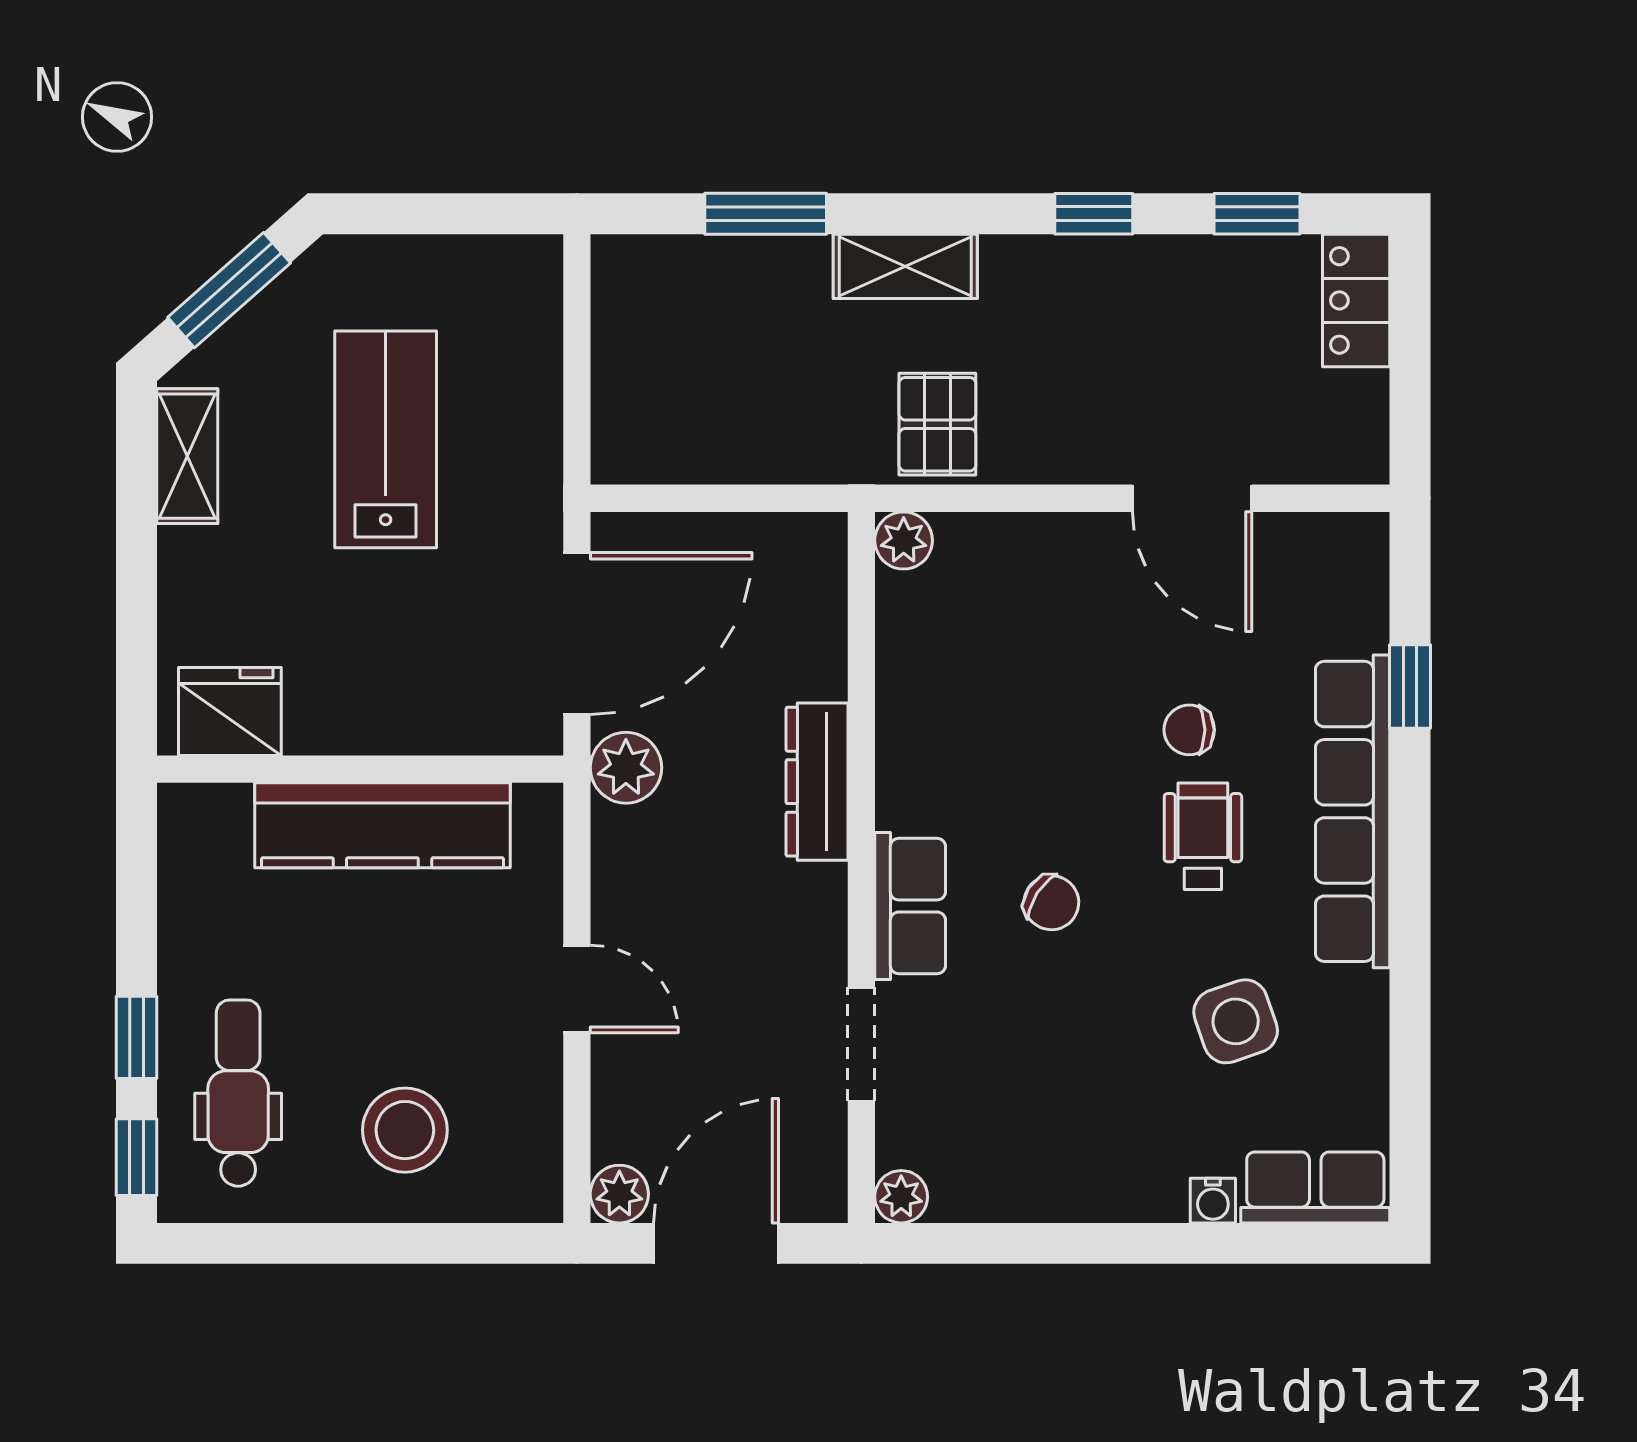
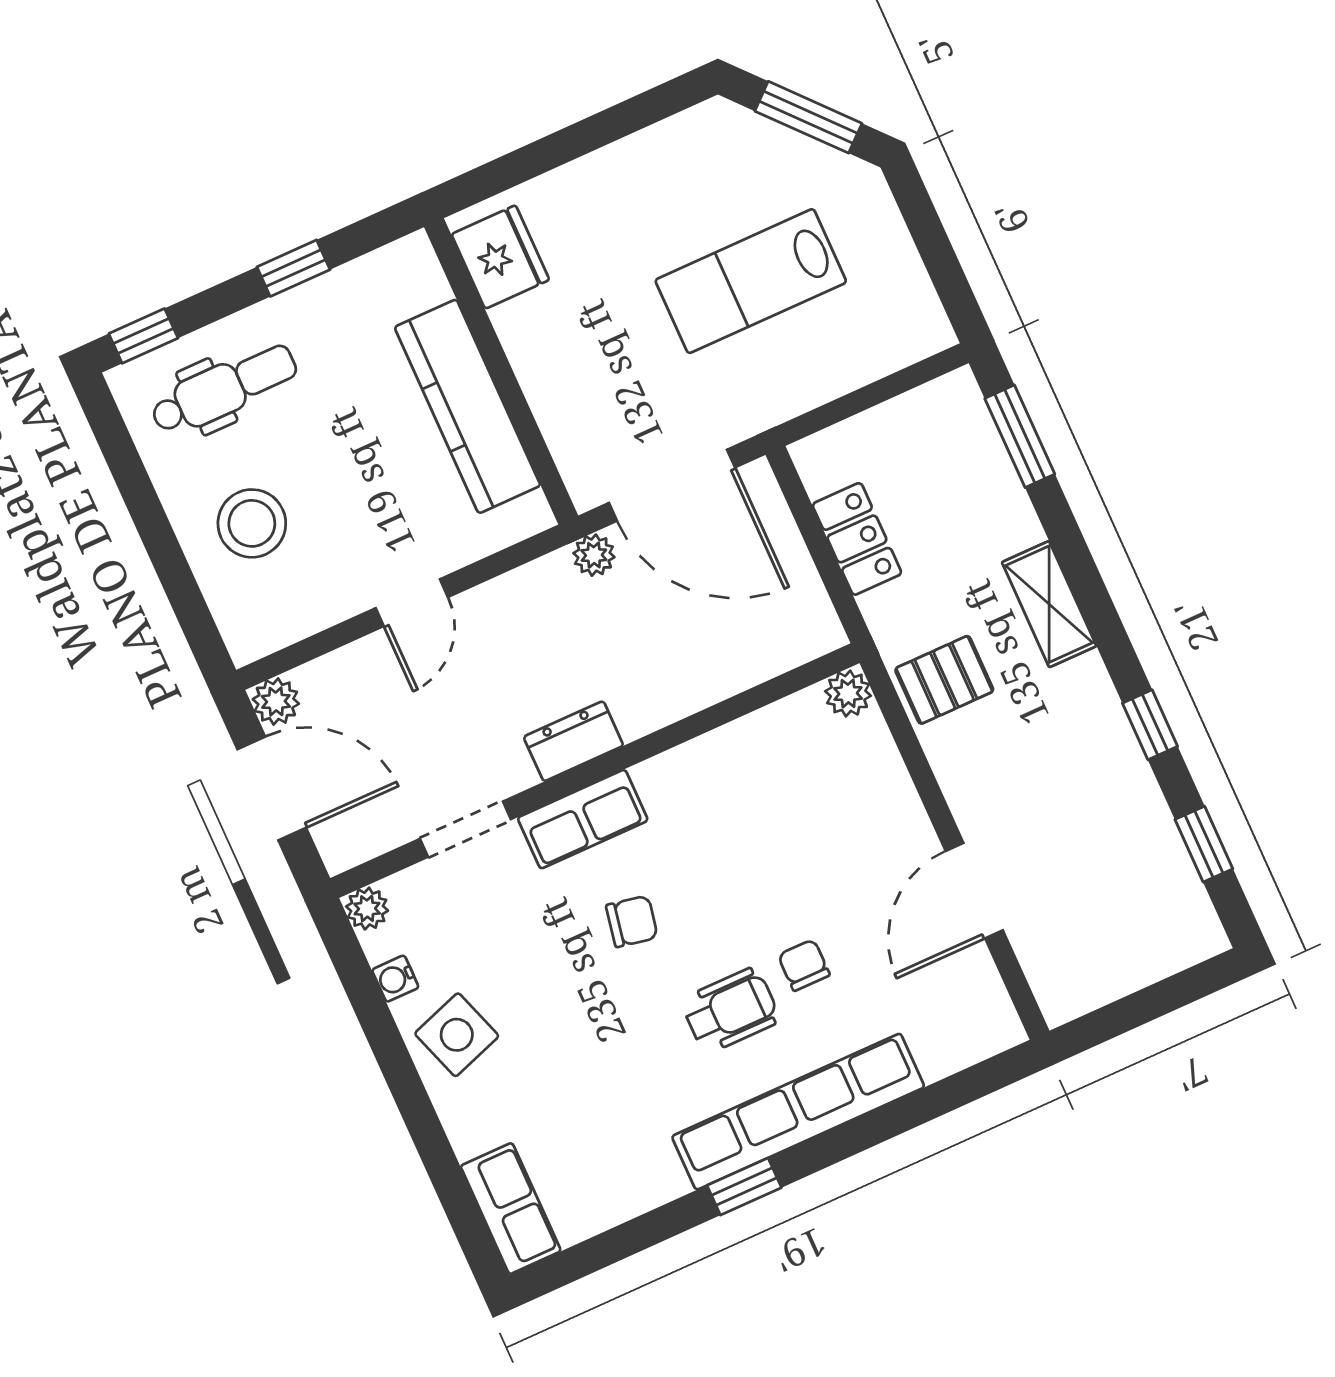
window: (766, 214) -> (1020, 436), moved
locker: (1356, 300) -> (857, 539), moved, turned 90
lab bench: (386, 439) -> (751, 281), turned 180
shelving: (187, 456) -> (673, 141), removed
window: (1410, 686) -> (744, 1187), moved
plant: (626, 768) -> (594, 555), width x0.73, depth x0.73
dresser: (817, 782) -> (573, 741), moved, width x0.70
chair: (1051, 903) -> (632, 921), turned -112
side table: (1236, 1021) -> (457, 1035), moved
window: (137, 1037) -> (293, 268), moved
water cooler: (1213, 1201) -> (395, 979), moved

